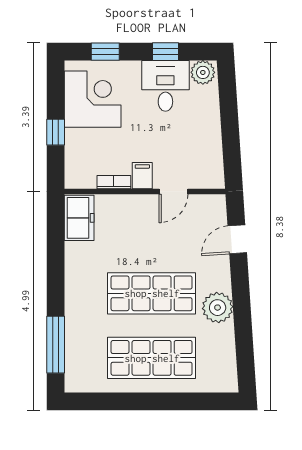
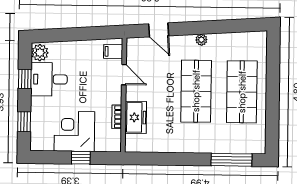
corner desk: (93, 99) -> (74, 131), moved
filing cabinet: (142, 176) -> (113, 51), moved
freezer: (79, 218) -> (136, 117), moved, turned 90
plant: (218, 308) -> (201, 40), width x0.53, depth x0.53

